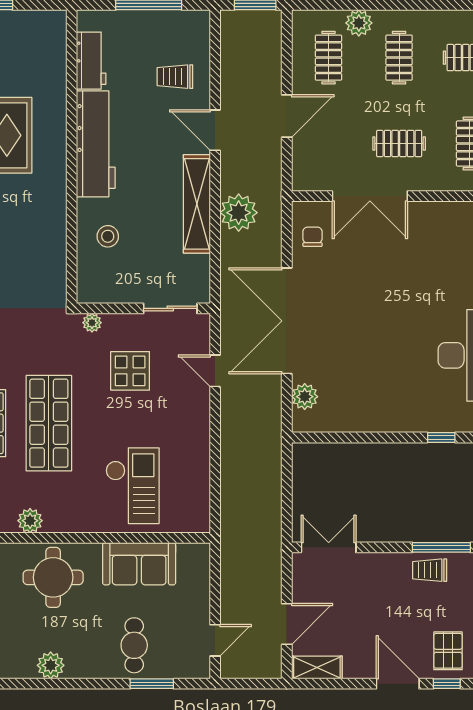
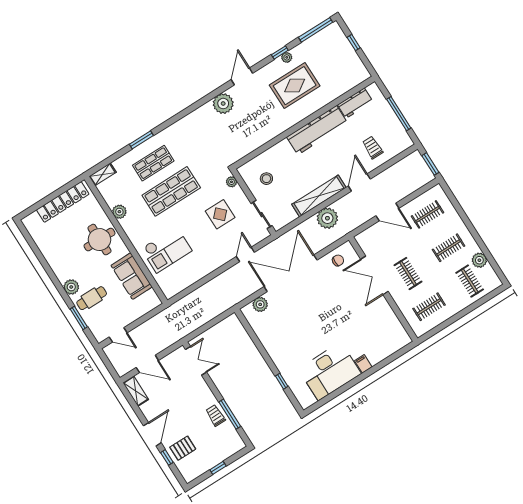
plant: (359, 23) -> (479, 260), moved
stool: (108, 236) -> (266, 179), moved
plant: (51, 665) -> (71, 287), moved

